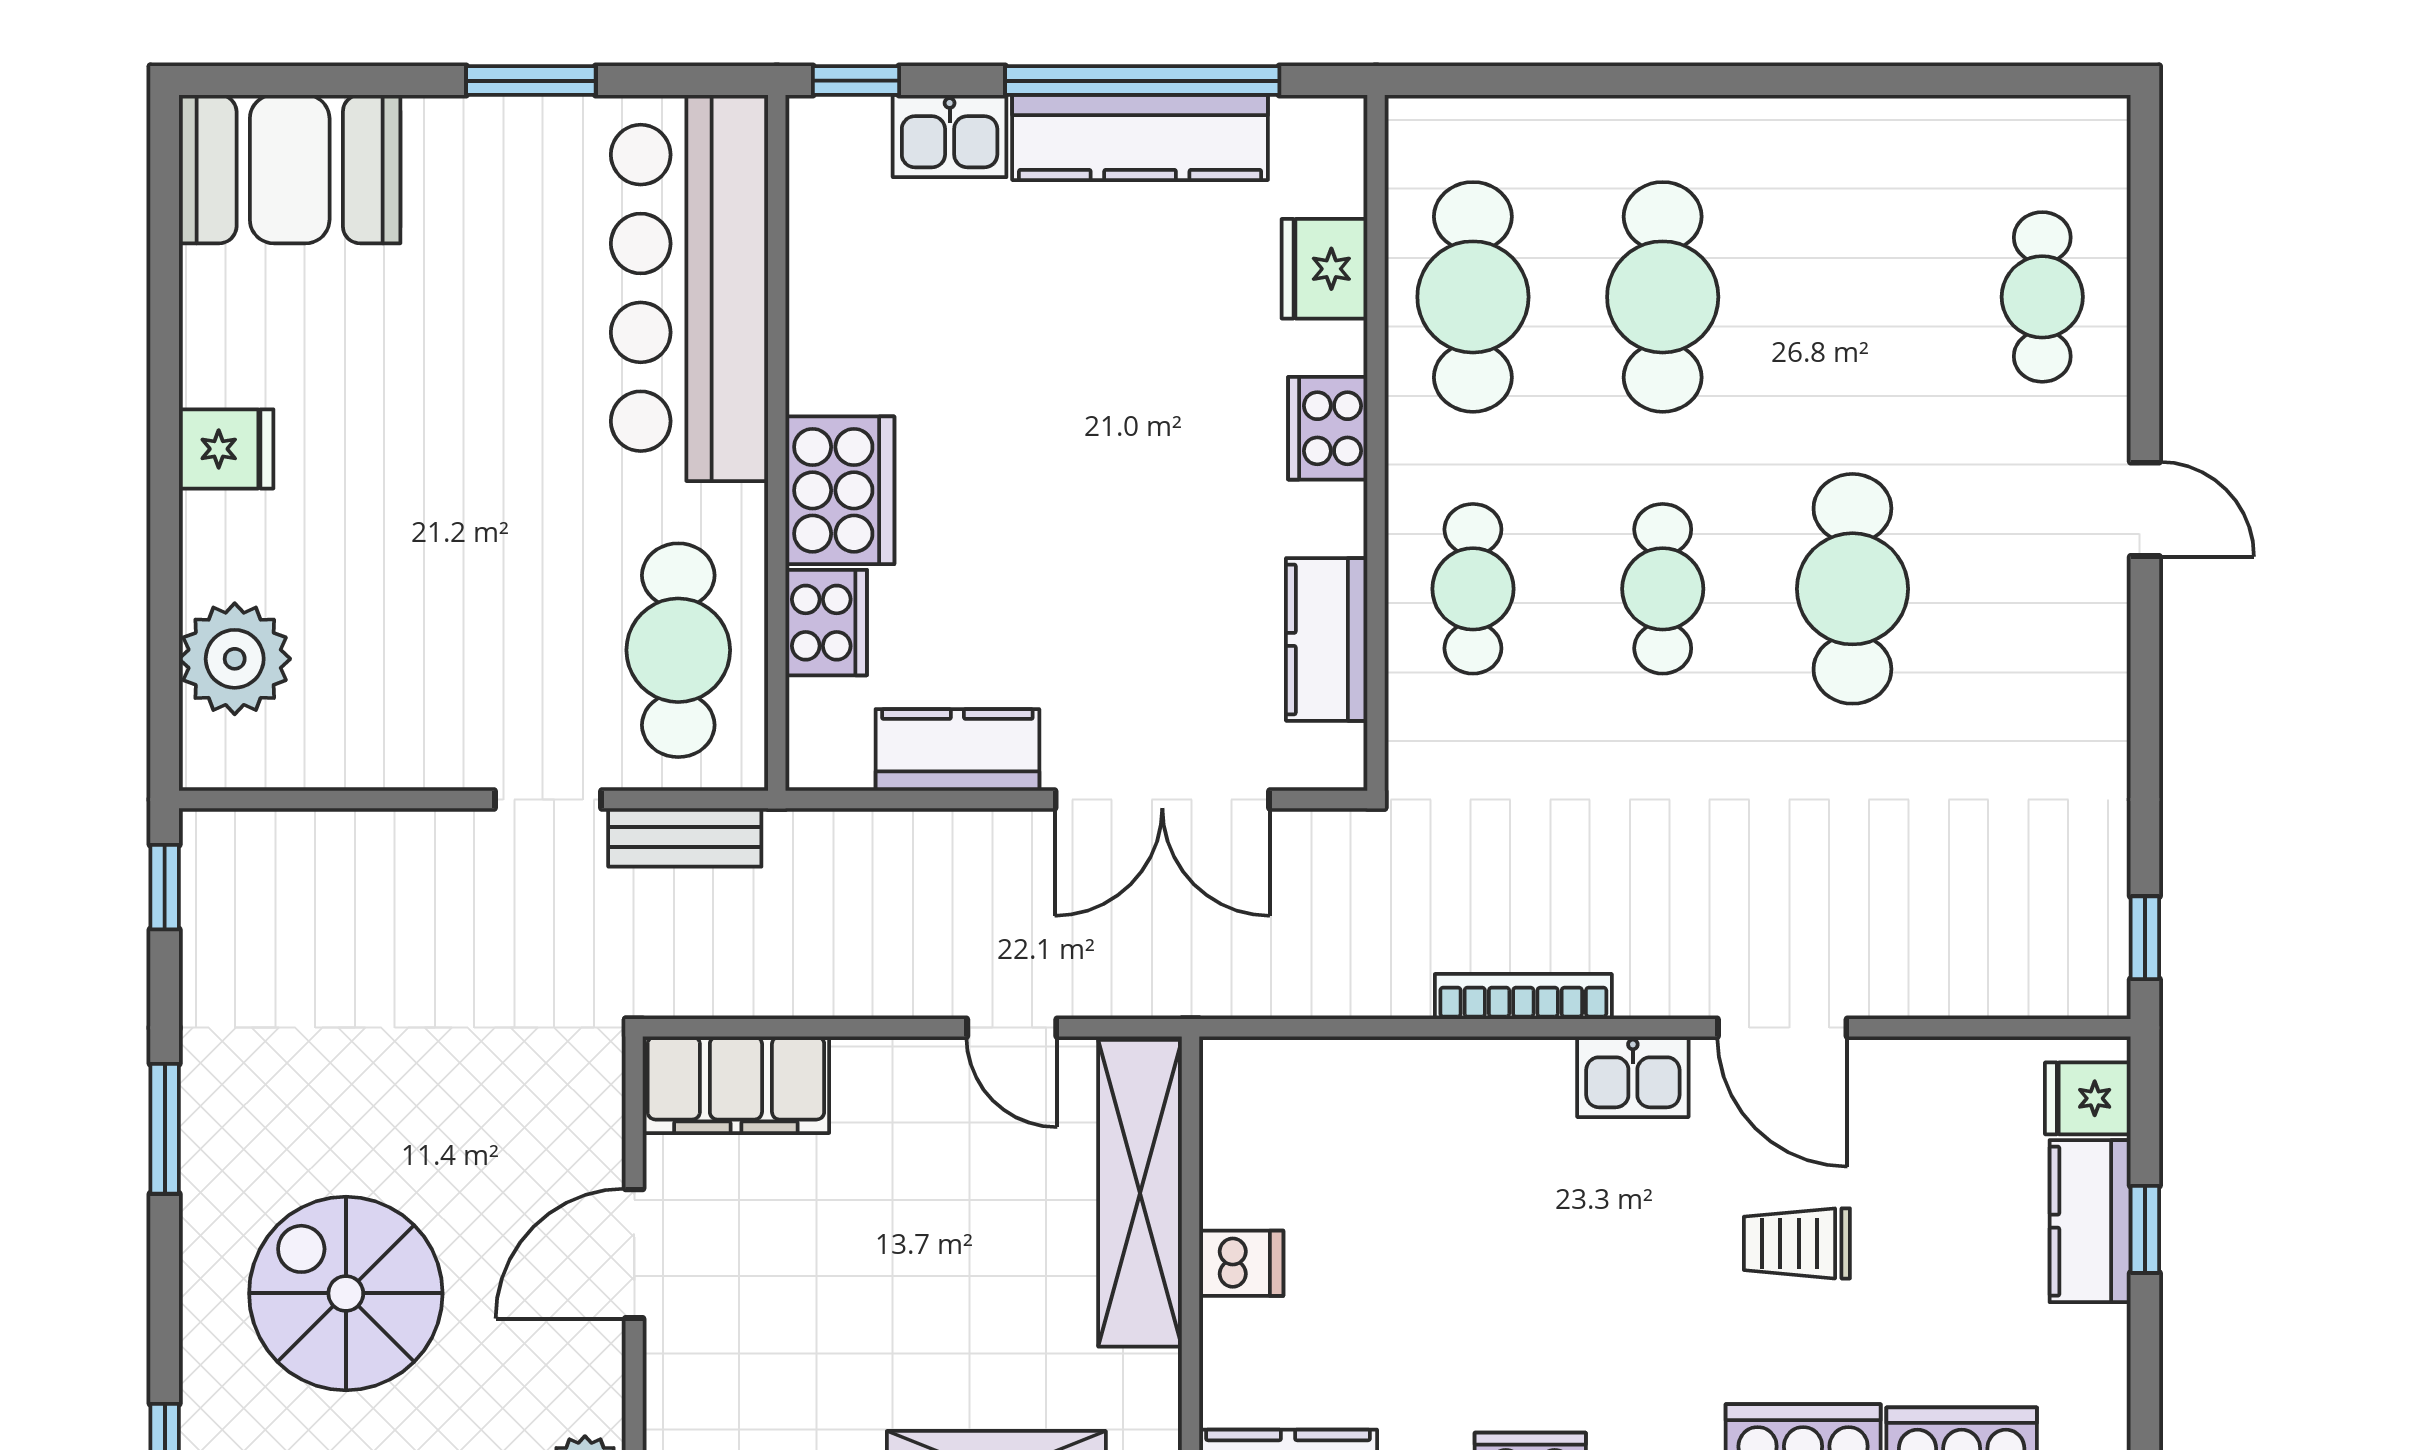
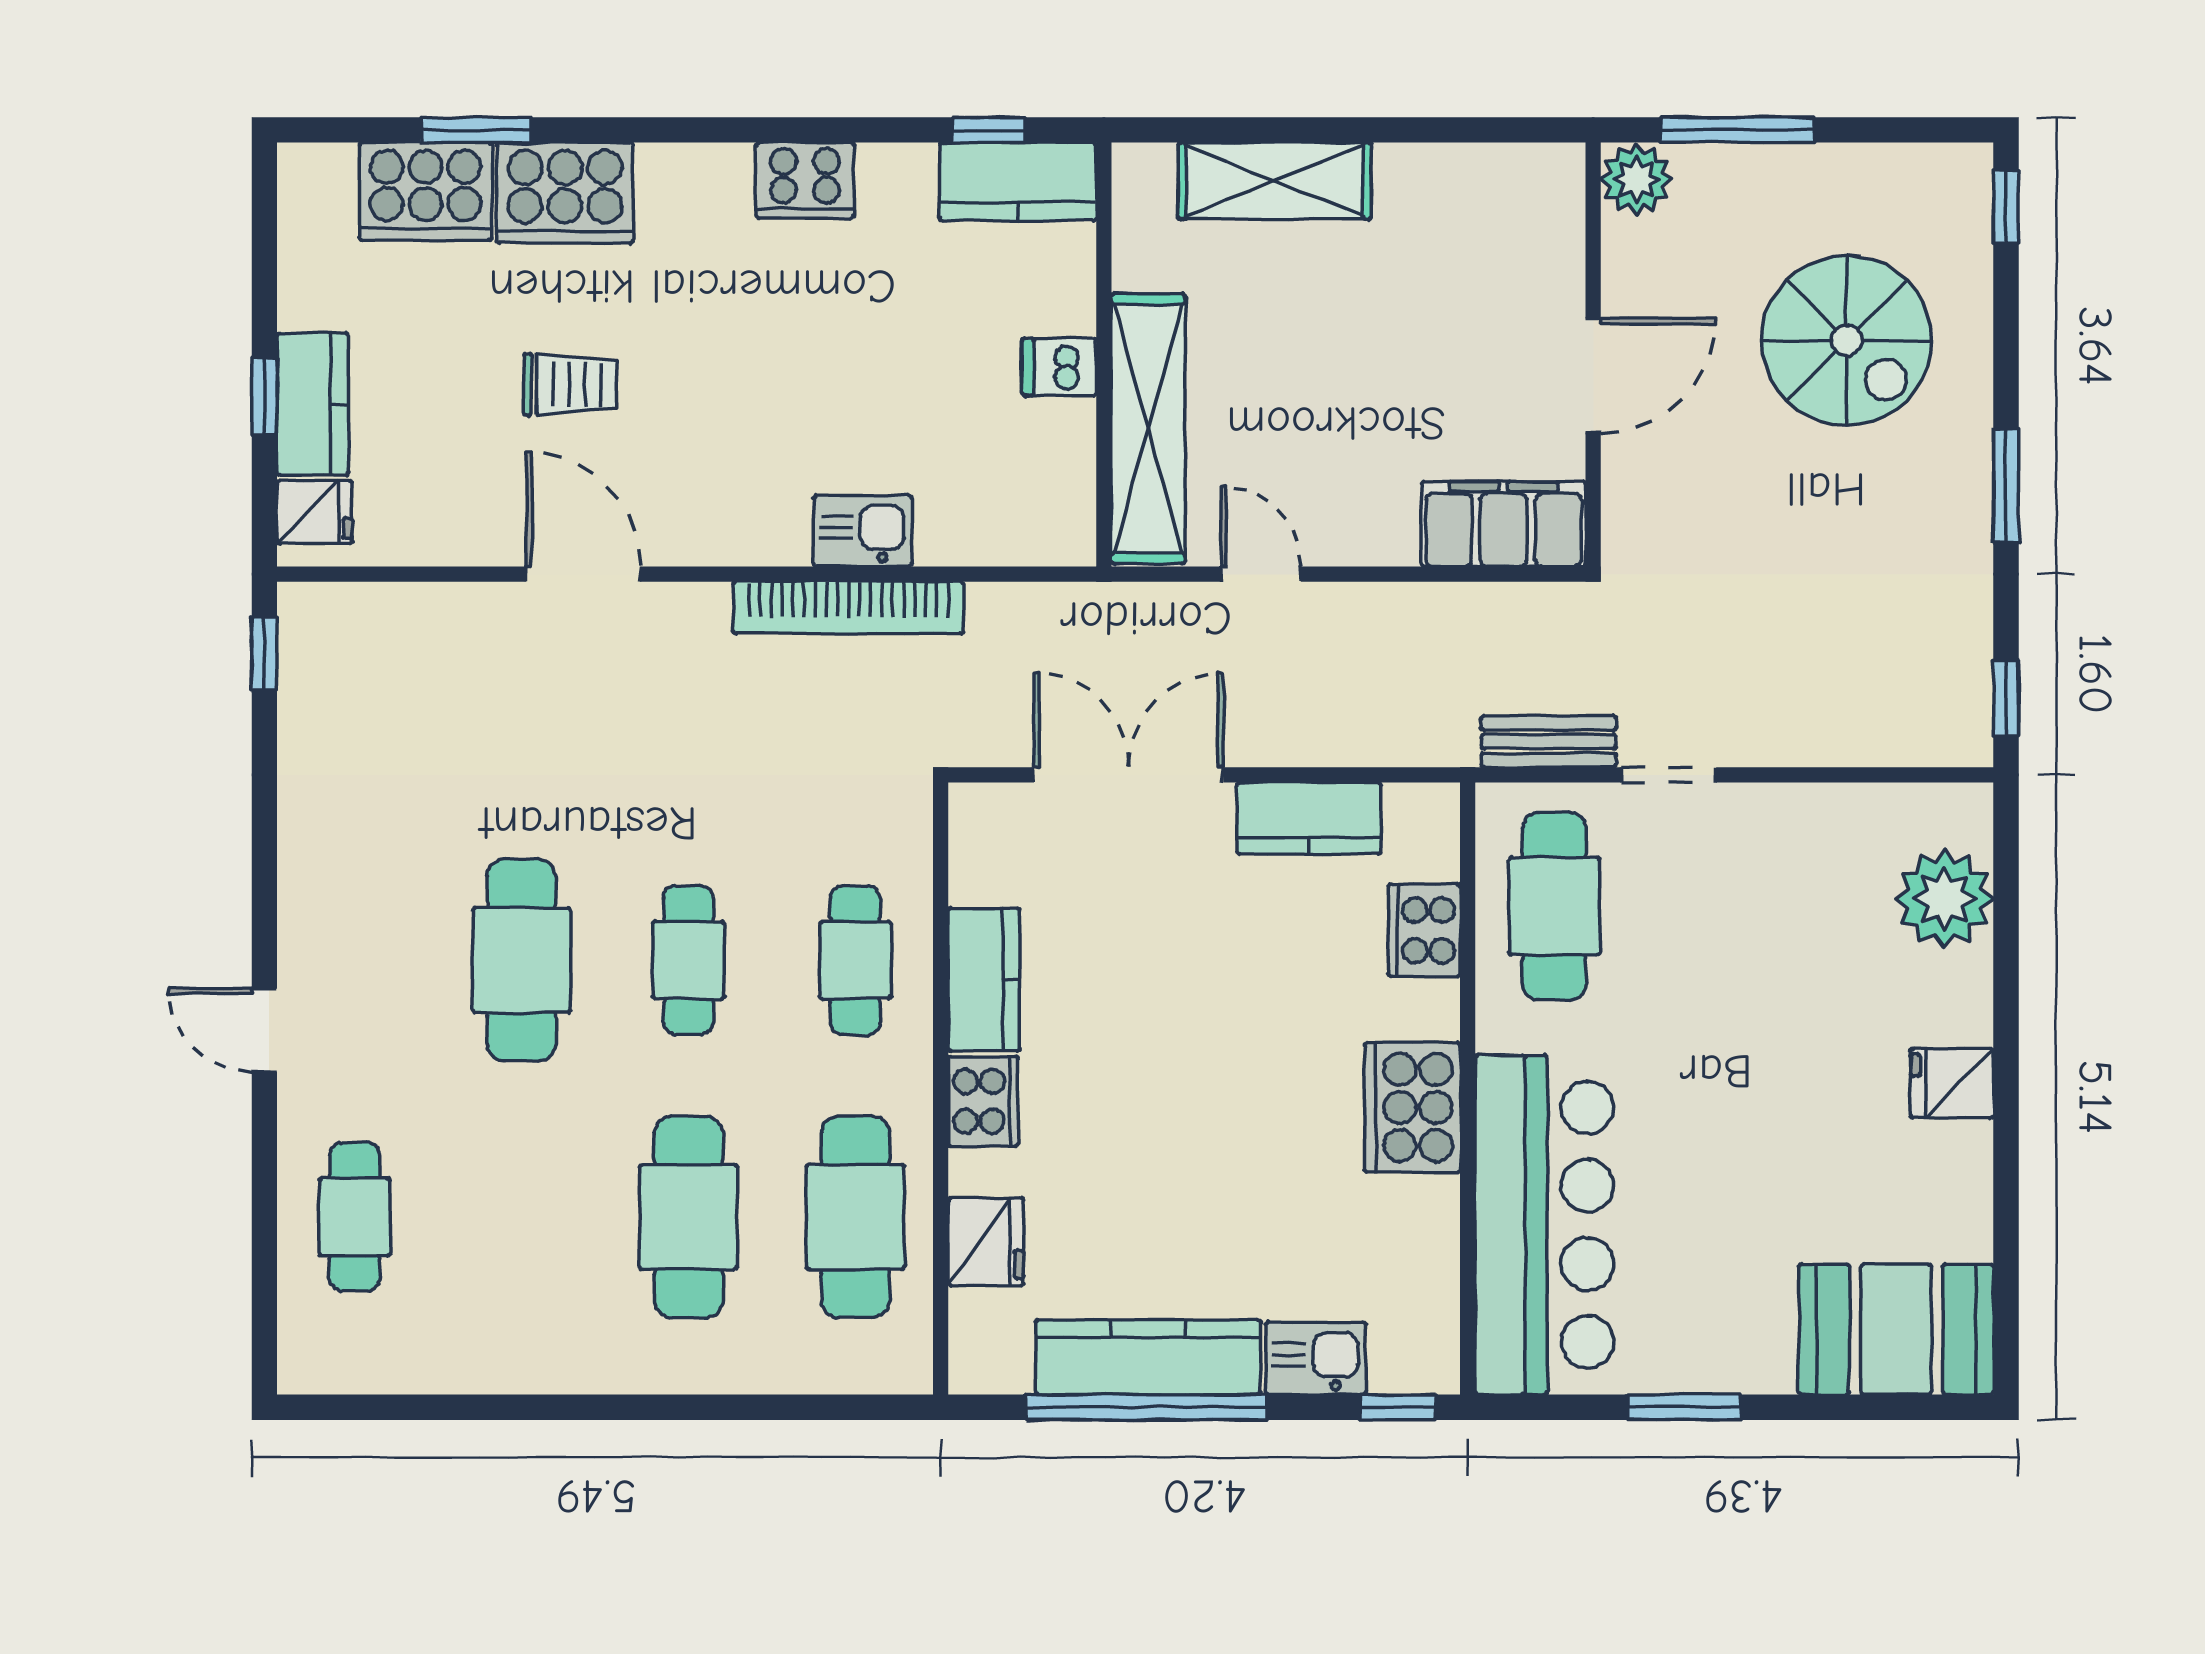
cooker: (840, 490) -> (1412, 1108), moved
kitchen counter: (1327, 639) -> (984, 980), moved
bookcase: (1523, 997) -> (848, 608), width x1.48, depth x1.31
kitchen sink: (1633, 1077) -> (863, 531), moved

